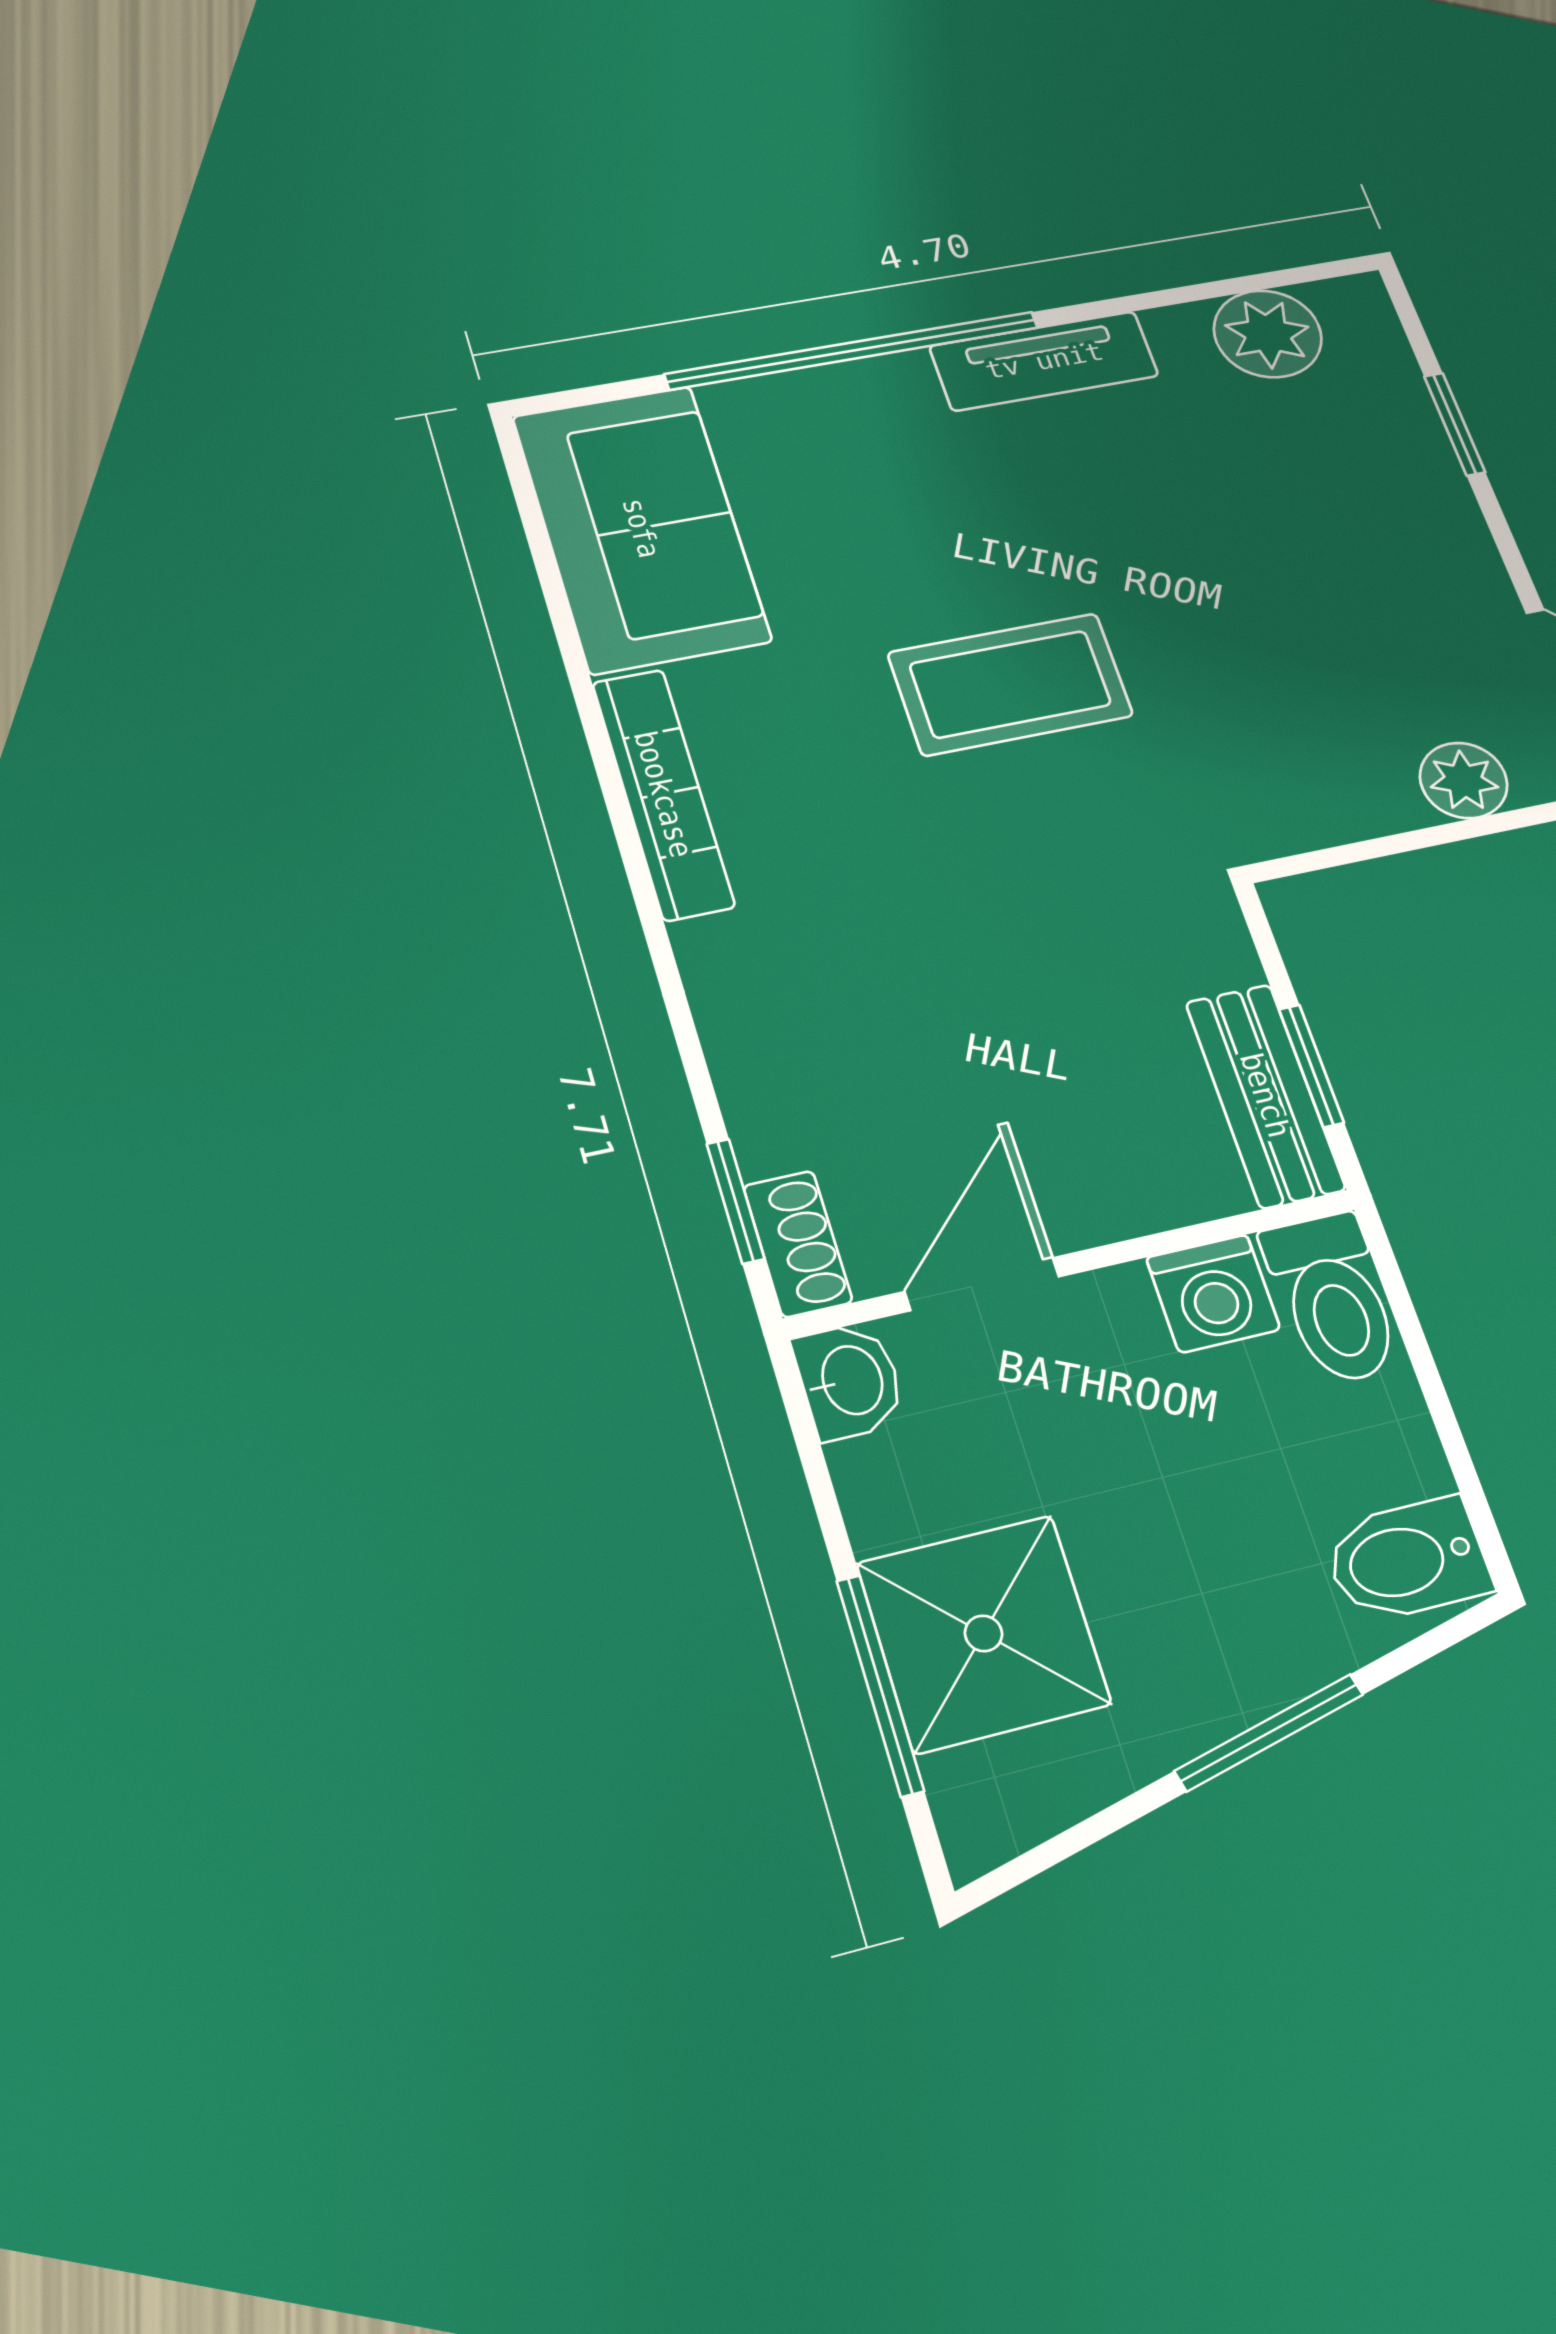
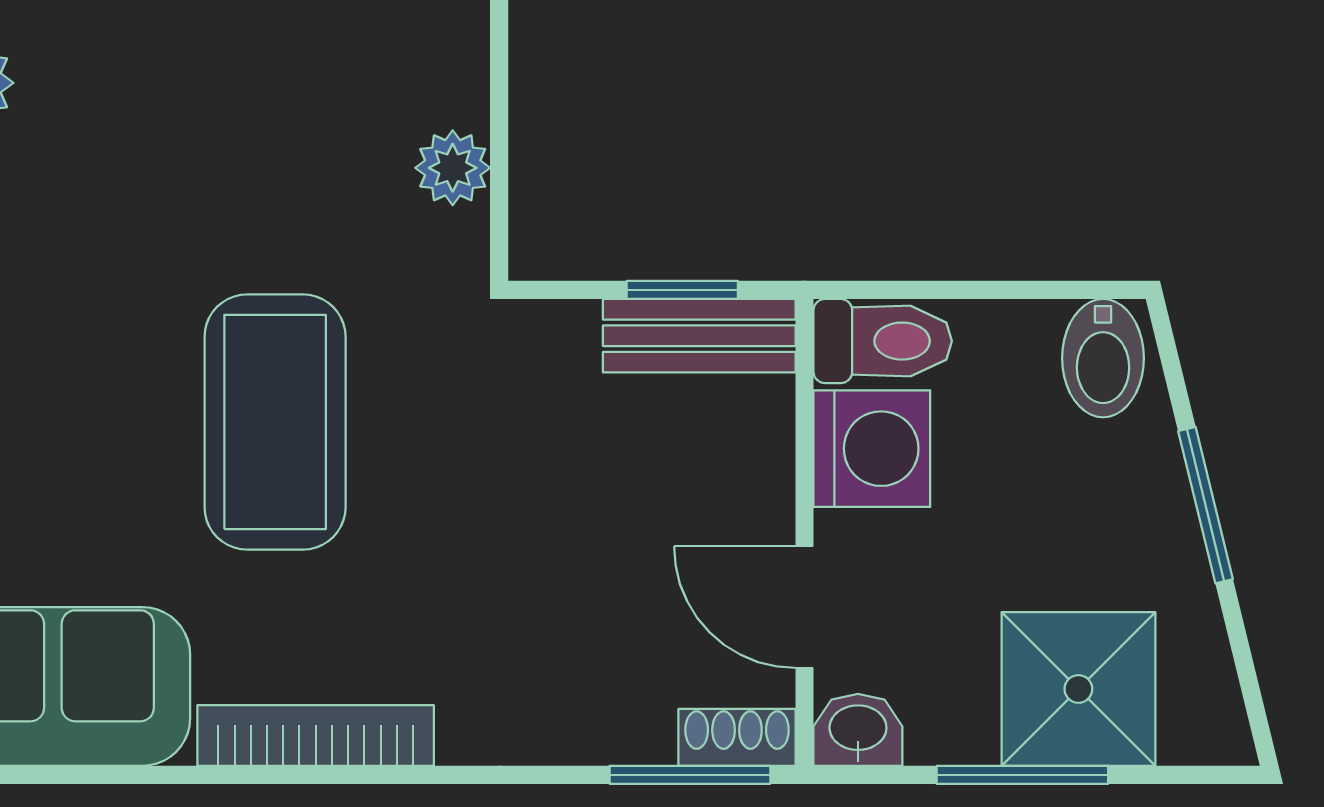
coffee table: (1010, 684) -> (275, 422), width x1.36, depth x1.32
plant: (1464, 780) -> (453, 168), moved
window: (736, 1201) -> (690, 775), width x1.50
washing machine: (1213, 1294) -> (872, 449), width x1.38, depth x1.38
window: (880, 1685) -> (1022, 775), moved

